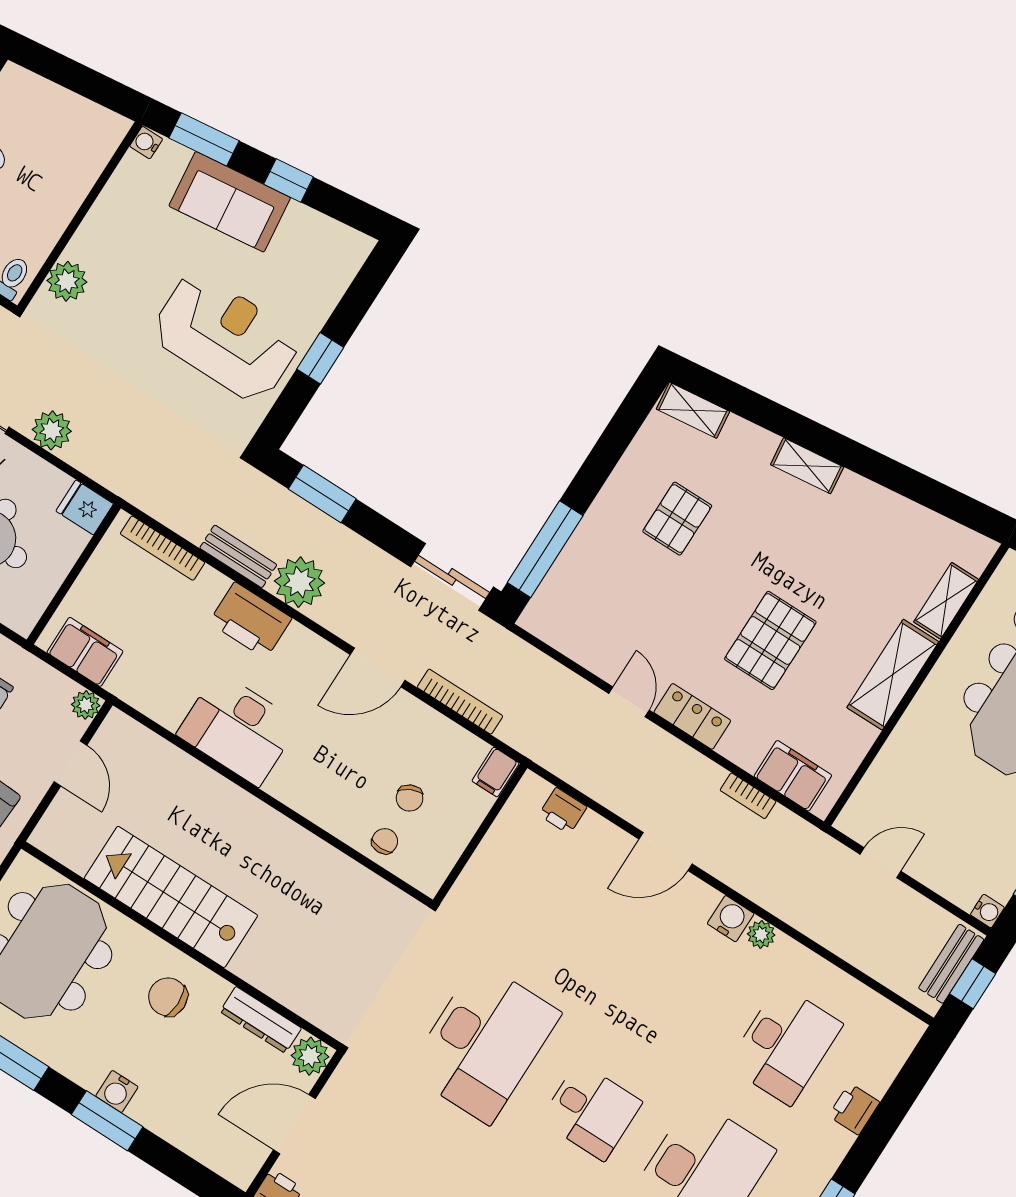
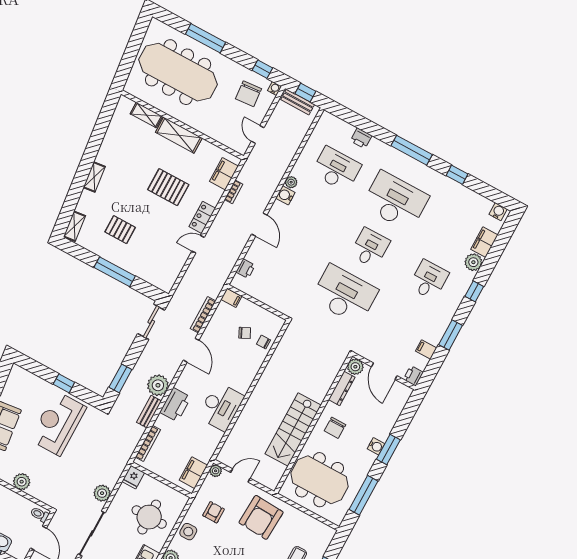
plant: (67, 281) -> (22, 482), moved
window: (545, 549) -> (115, 272), moved
chair: (979, 848) -> (248, 94), added

